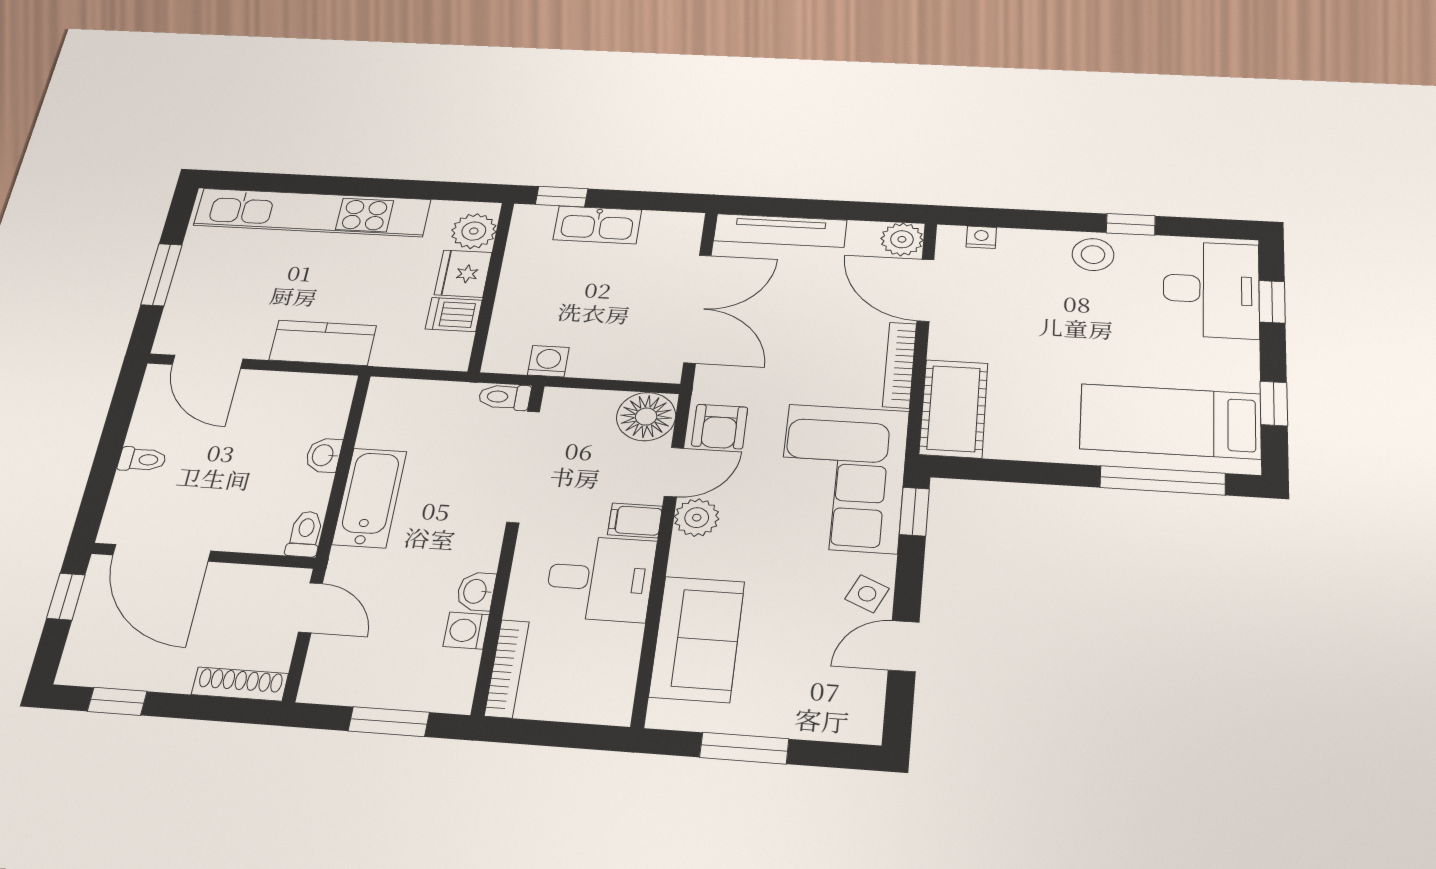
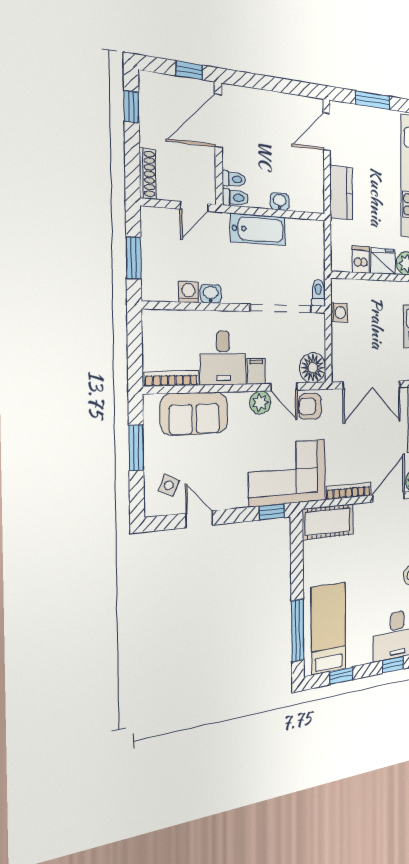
toilet: (142, 459) -> (234, 179), moved, turned -90
side table: (867, 594) -> (169, 485), moved
bookcase: (507, 669) -> (172, 379), moved, turned 180

